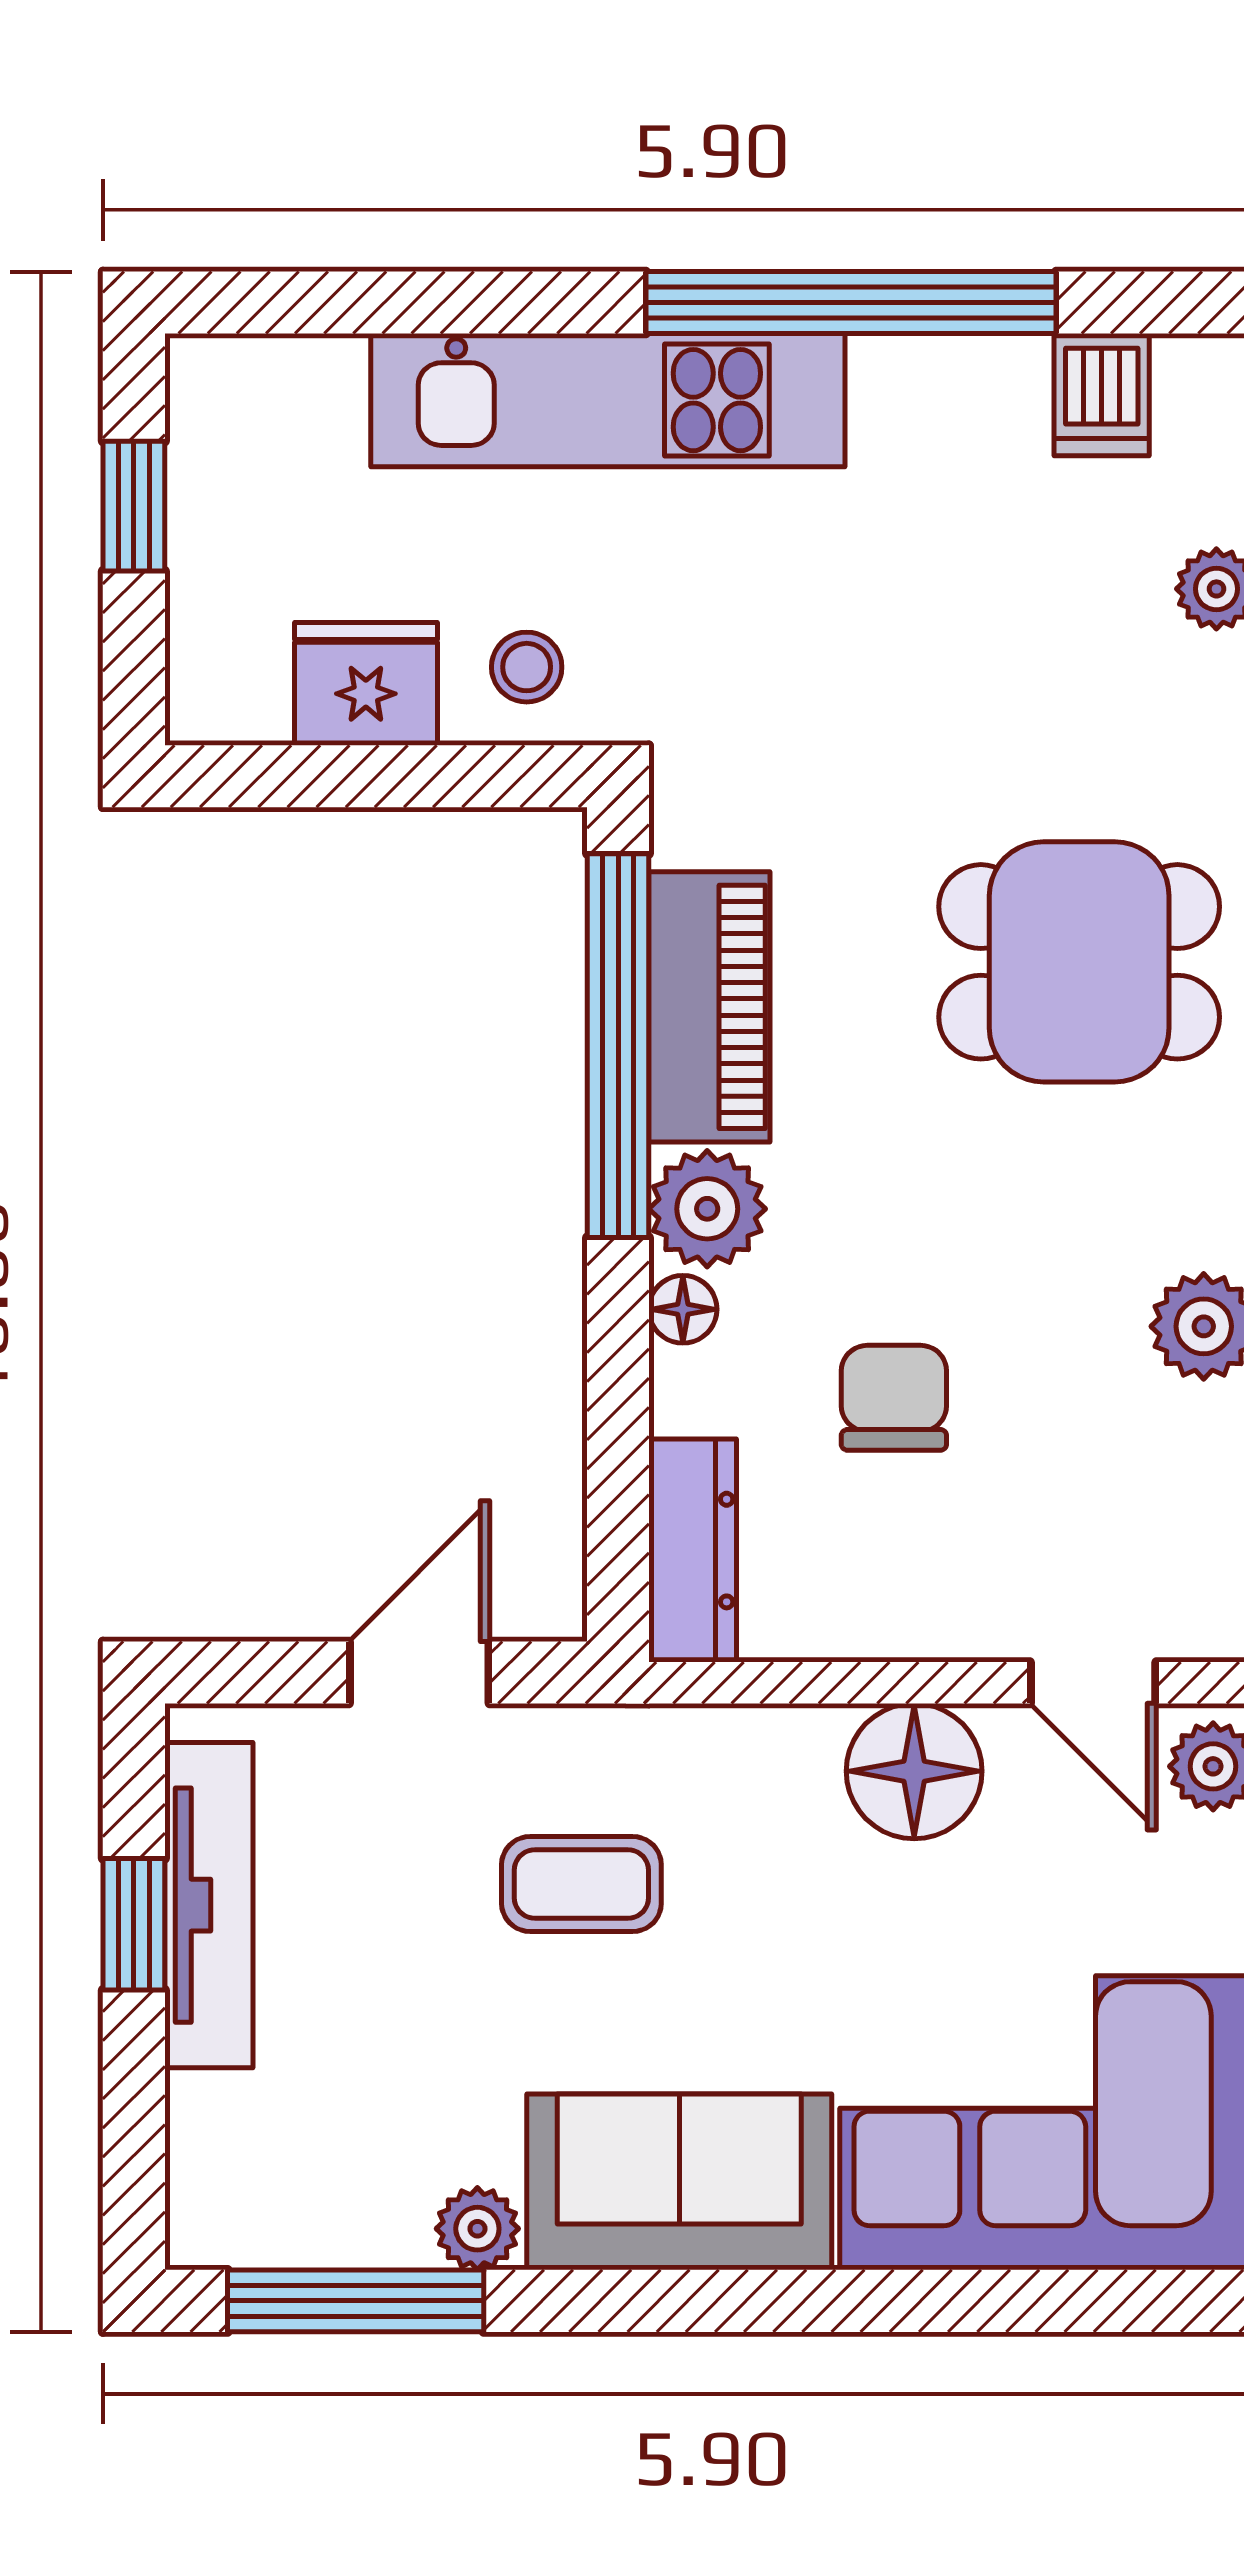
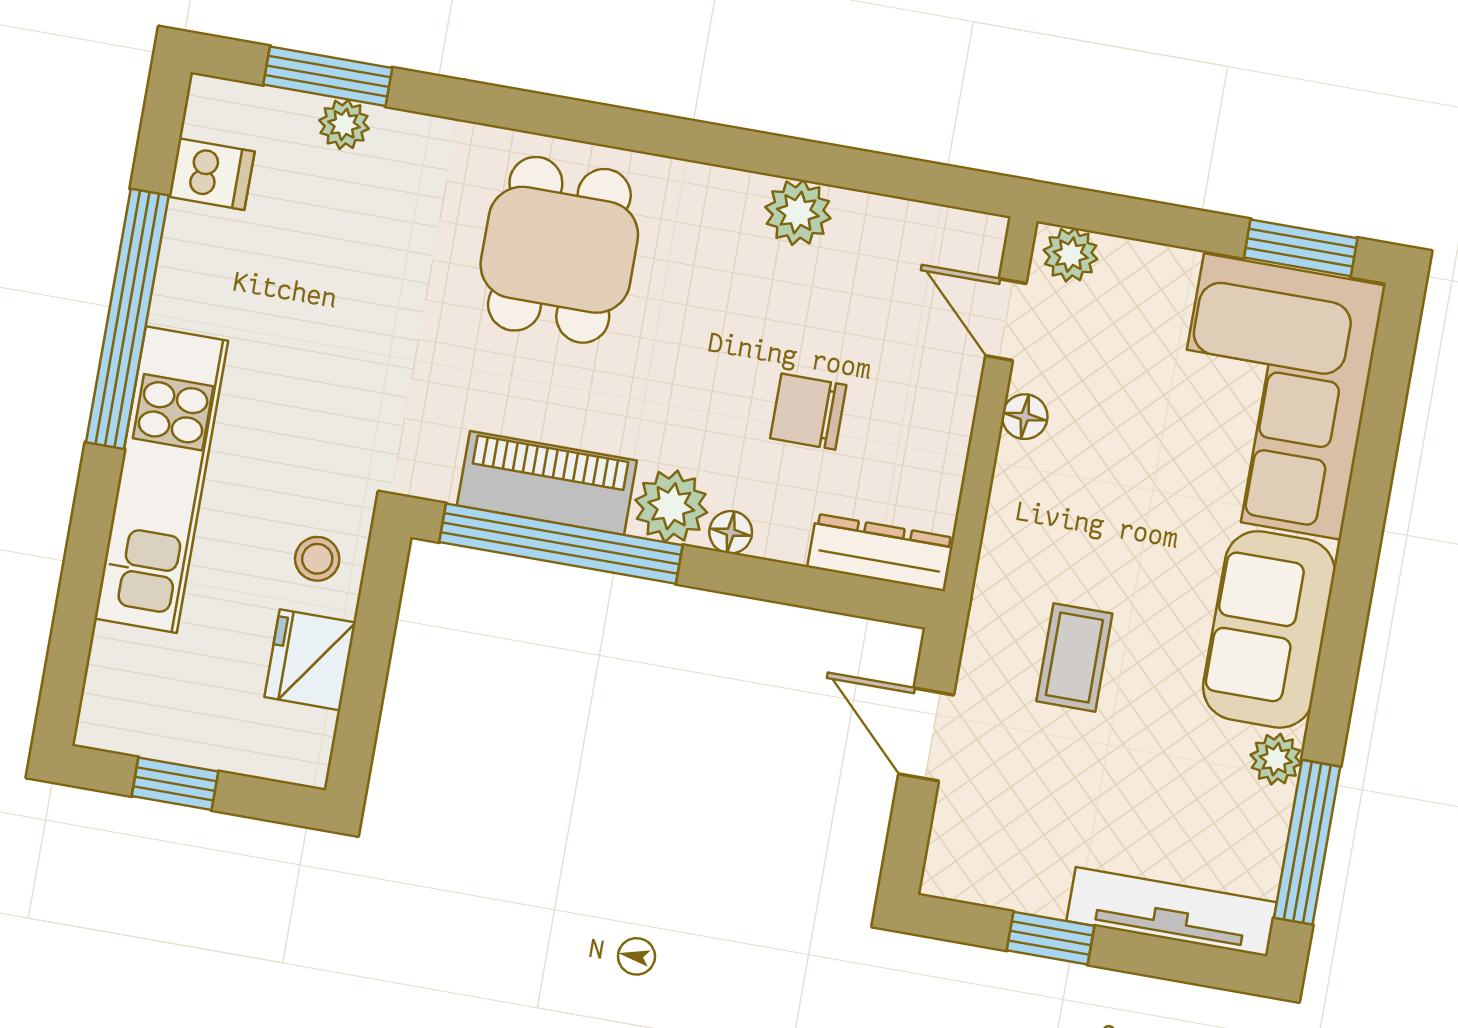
door: (1093, 1683) -> (1006, 320), swing flipped
floor lamp: (914, 1771) -> (1025, 417), width x0.53, depth x0.53
tv unit: (209, 1905) -> (1172, 912), moved

